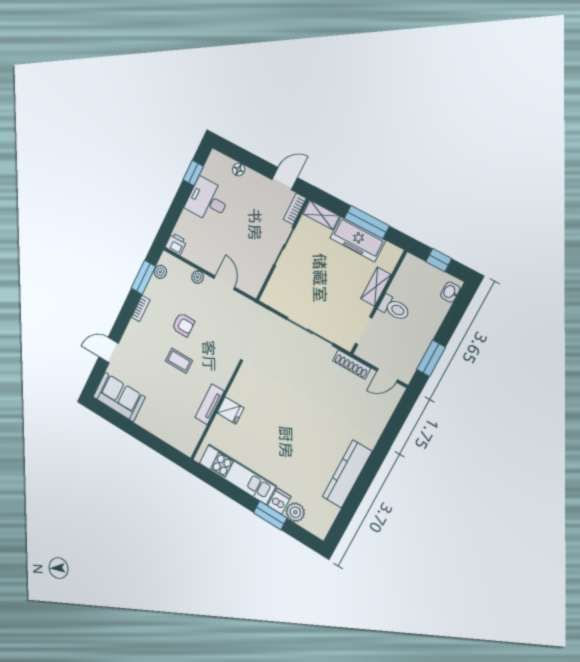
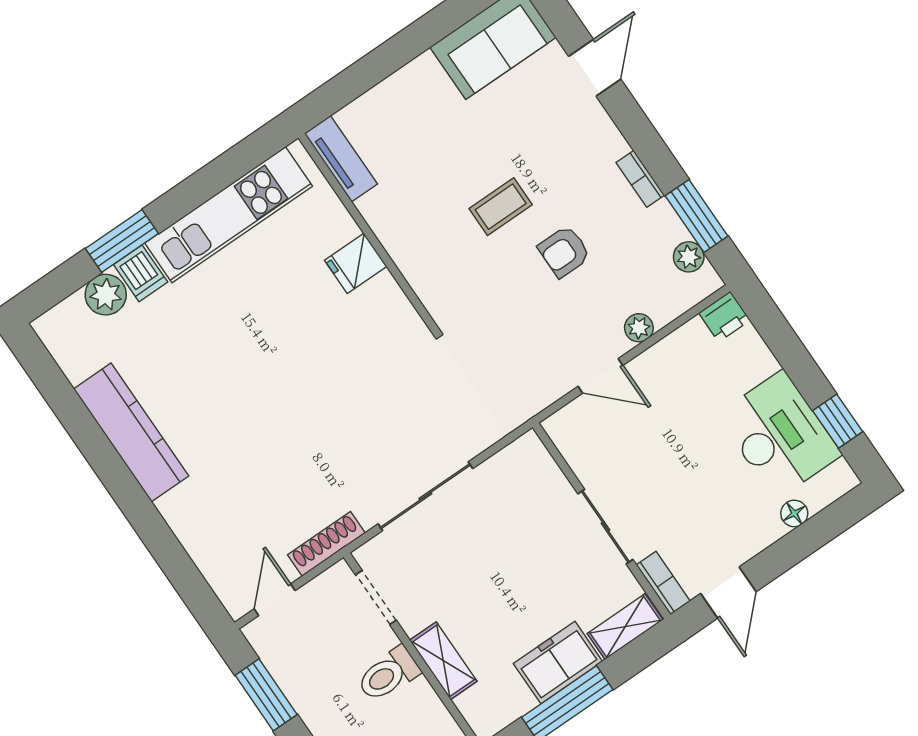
desk: (208, 200) -> (779, 435), width x1.37
freezer: (358, 239) -> (558, 663), width x0.71
tv unit: (210, 404) -> (341, 159), moved

